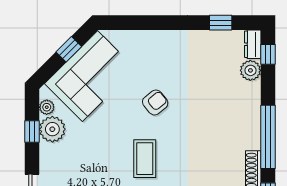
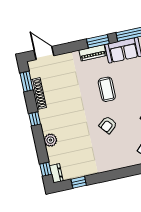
plant: (250, 70) -> (50, 140), moved
window: (268, 137) -> (35, 119), width x0.32

